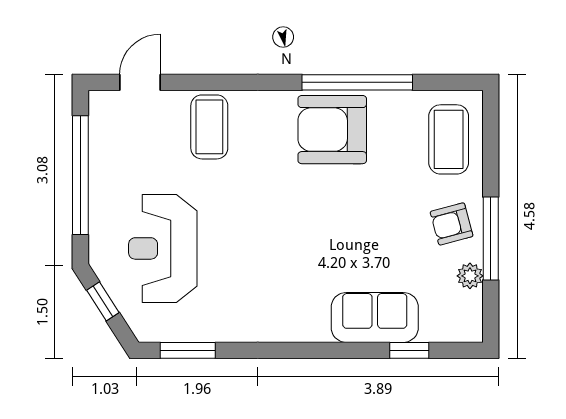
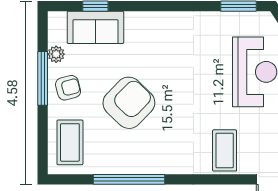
armchair: (332, 130) -> (129, 103), moved, turned -46
sofa: (375, 317) -> (95, 27), moved

